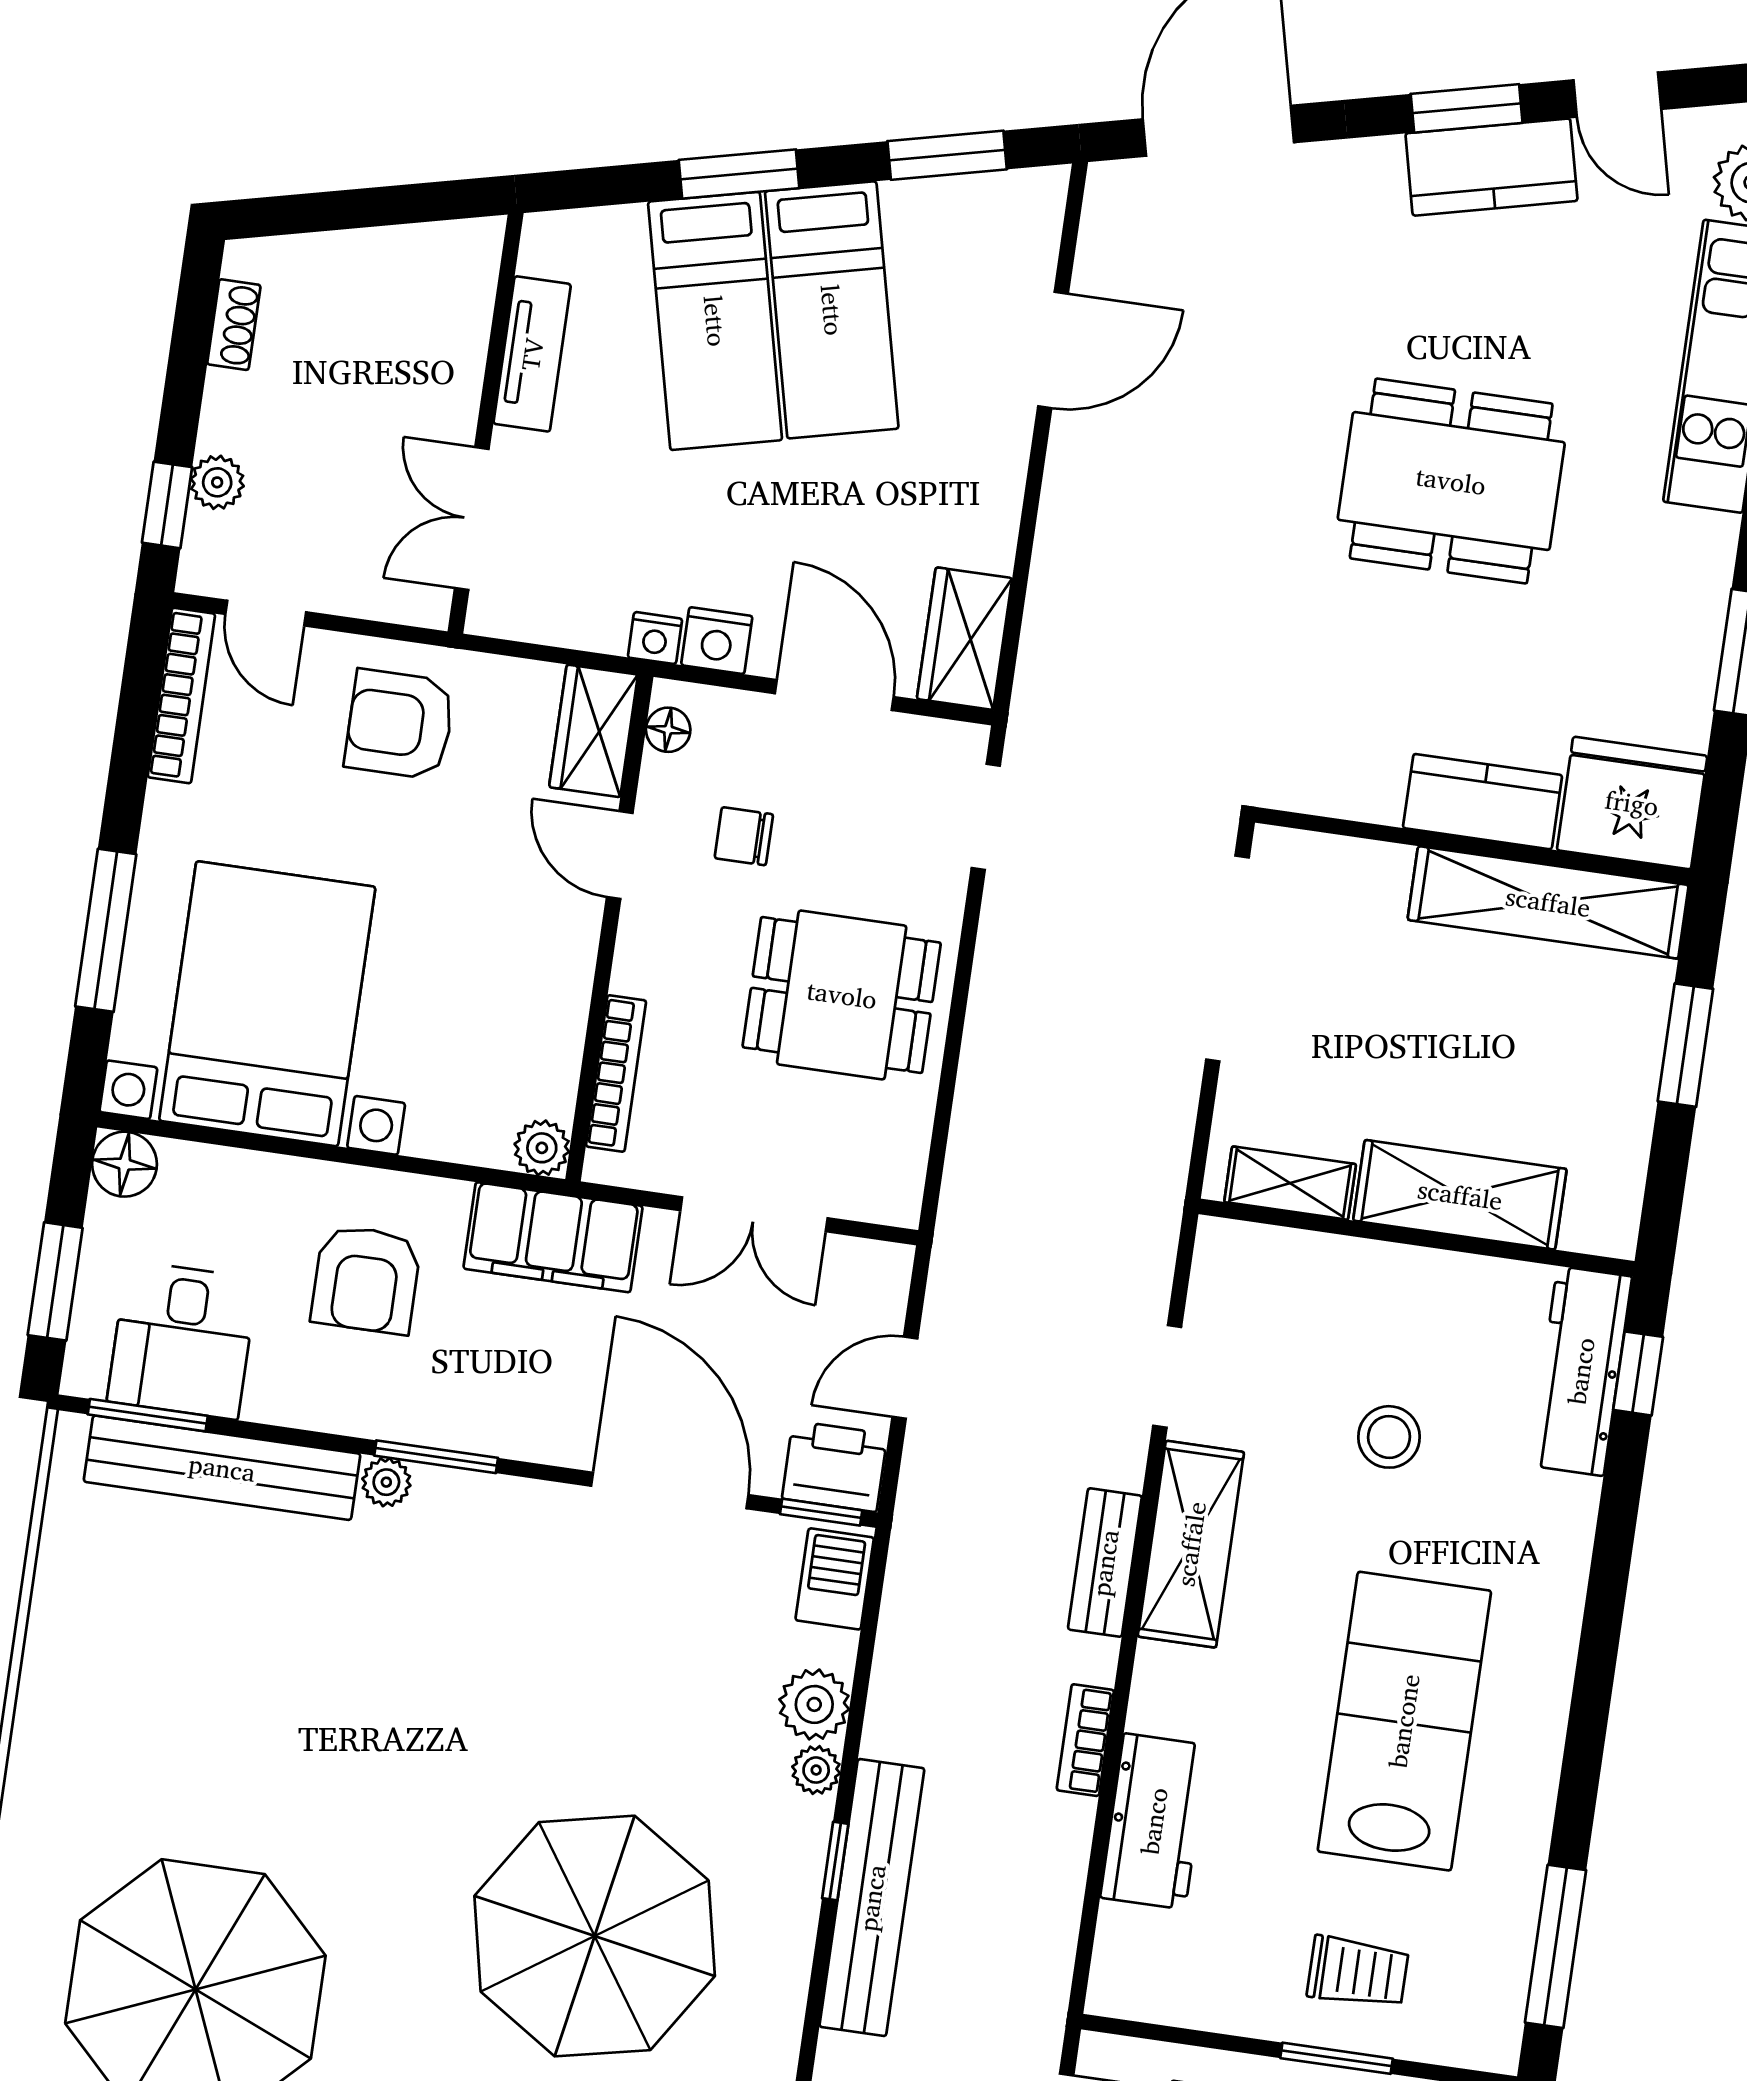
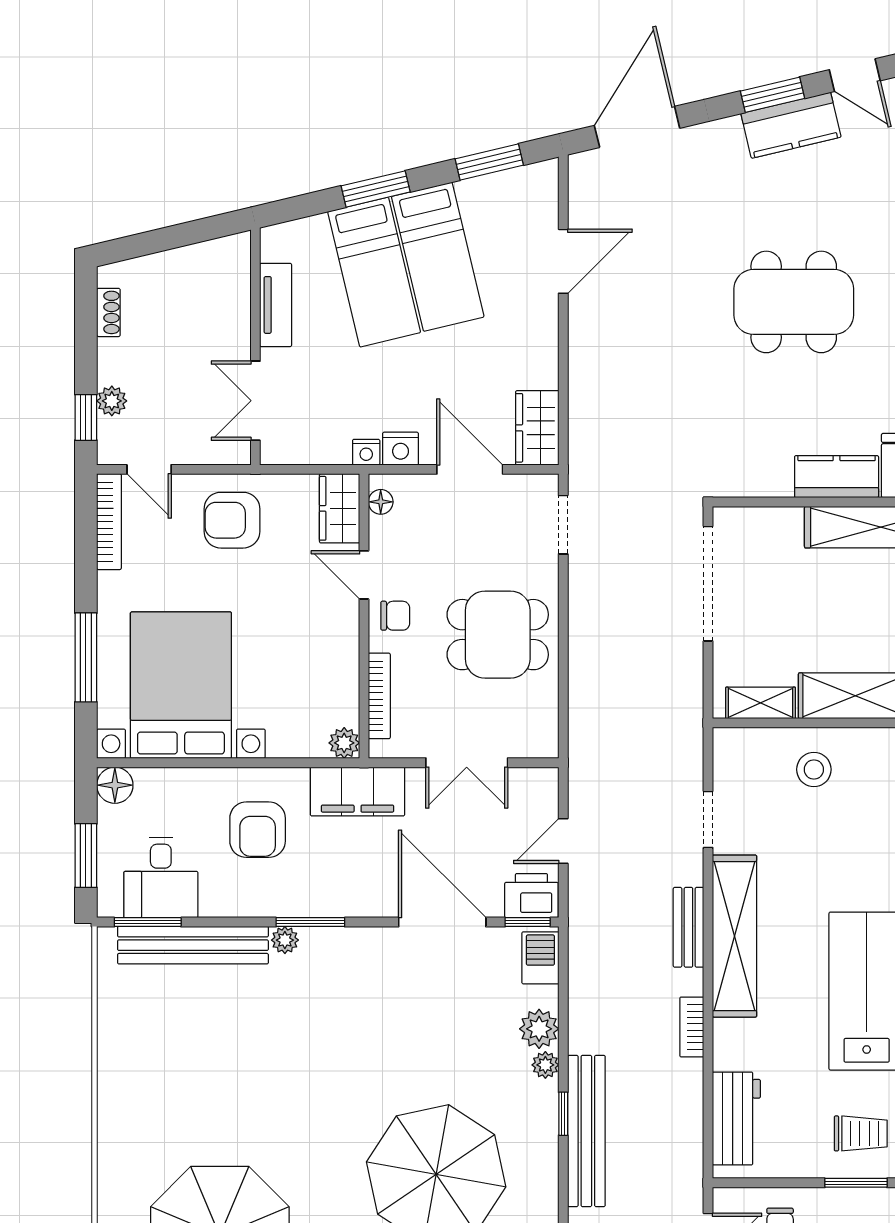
chair: (744, 836) -> (395, 616), moved, turned 180
stool: (1389, 1437) -> (814, 769), moved
shelving: (1191, 1544) -> (734, 936), width x1.47
workbench: (1154, 1821) -> (736, 1118), moved

